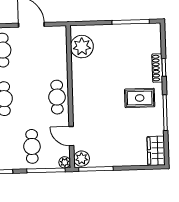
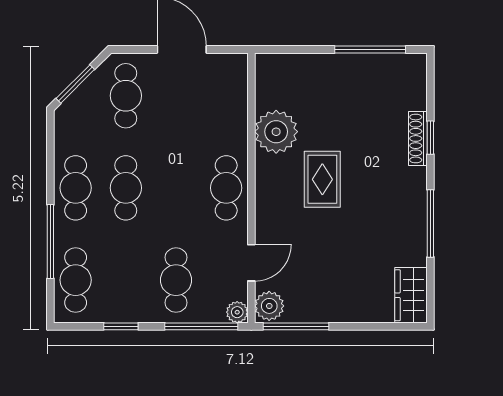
plant: (82, 47) -> (276, 132), moved
rug: (140, 98) -> (322, 179), moved, turned 90
door: (71, 136) -> (251, 263), swing flipped

